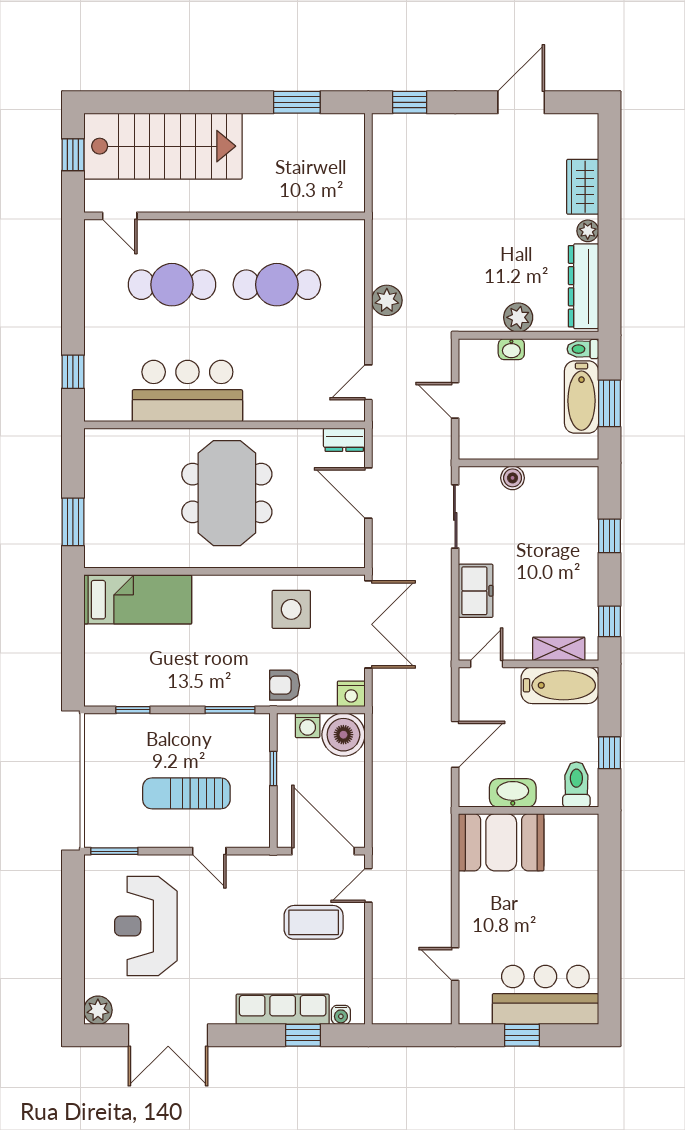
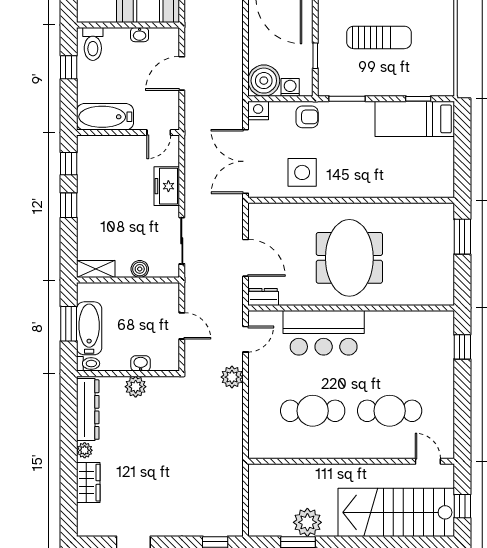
plant: (284, 133) -> (307, 522), added
plant: (387, 300) -> (232, 377), moved
bar counter: (187, 391) -> (324, 333), moved
window: (609, 536) -> (69, 205), moved
bed: (138, 600) -> (415, 119), moved
shelving: (559, 649) -> (96, 269), moved
washbasin: (513, 793) -> (140, 35), width x0.52, depth x0.69

